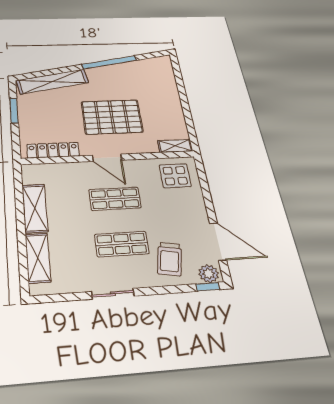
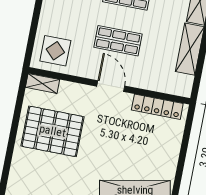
window: (14, 111) -> (181, 162), removed
pallet: (112, 117) -> (53, 131), moved

